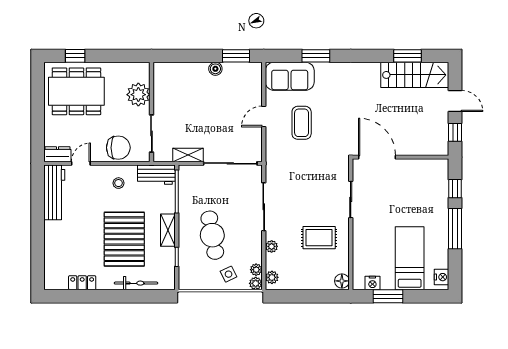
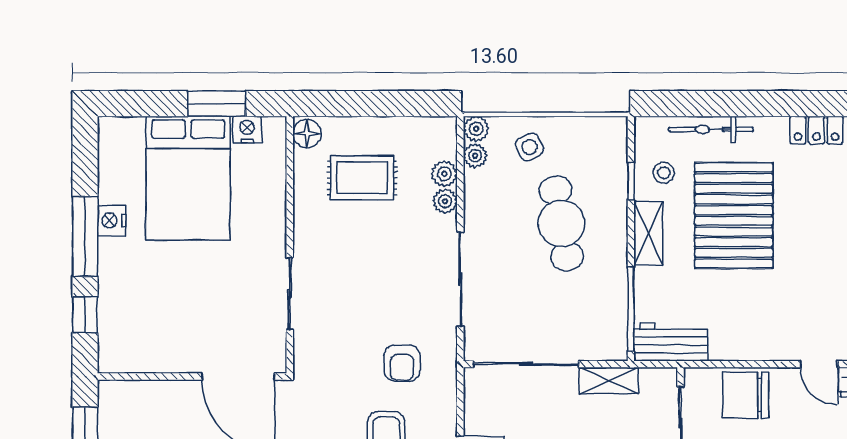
door: (81, 163) -> (819, 364), hinge flipped
armchair: (293, 164) -> (402, 363), added
stool: (118, 183) -> (664, 173), moved
rug: (319, 238) -> (362, 178), moved
bed: (410, 258) -> (188, 178), width x1.50
plant: (272, 277) -> (444, 174), moved
nightstand: (442, 277) -> (112, 221), moved

